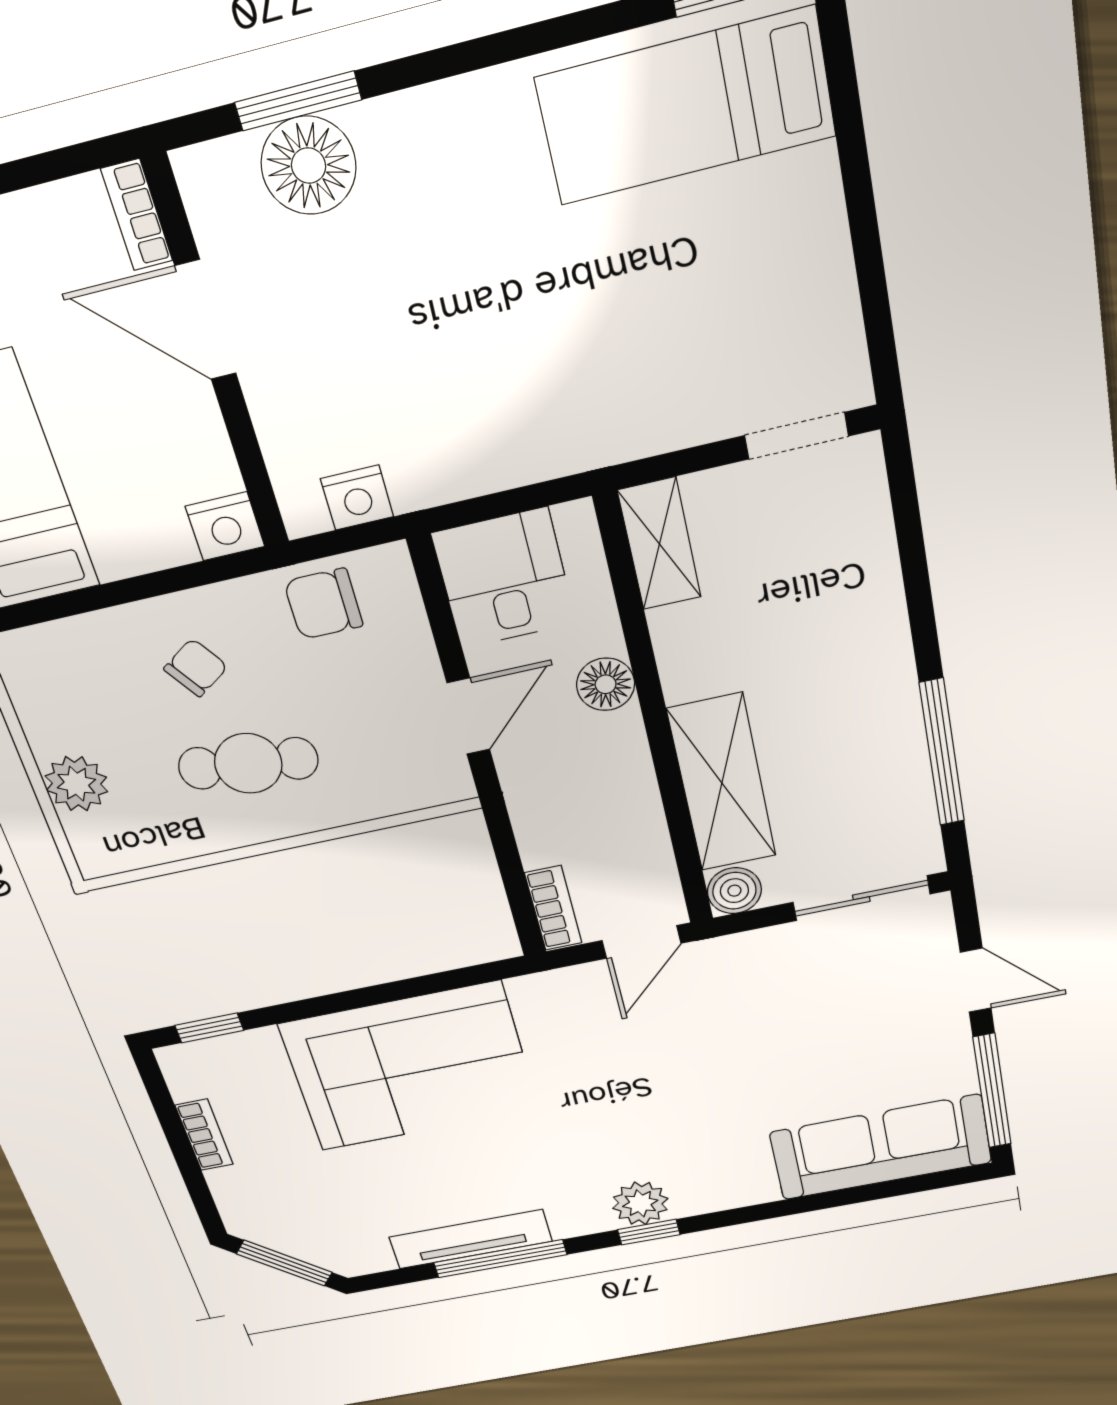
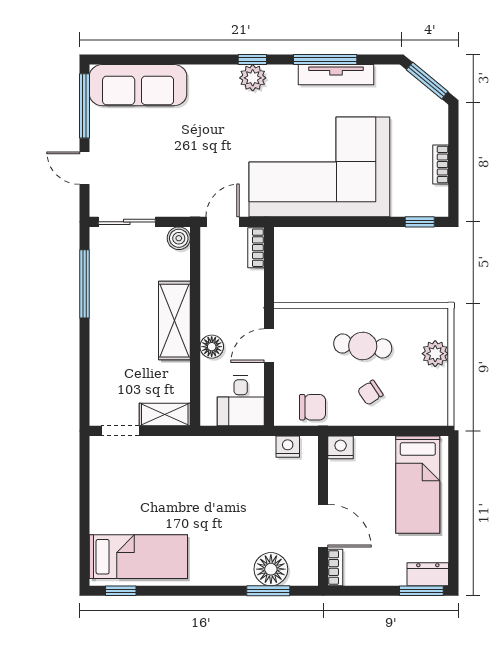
shelving: (660, 544) -> (165, 415), moved, turned 90
shelving: (722, 783) -> (174, 321), moved
corner sofa: (410, 1067) -> (319, 167), width x1.36, depth x1.36

